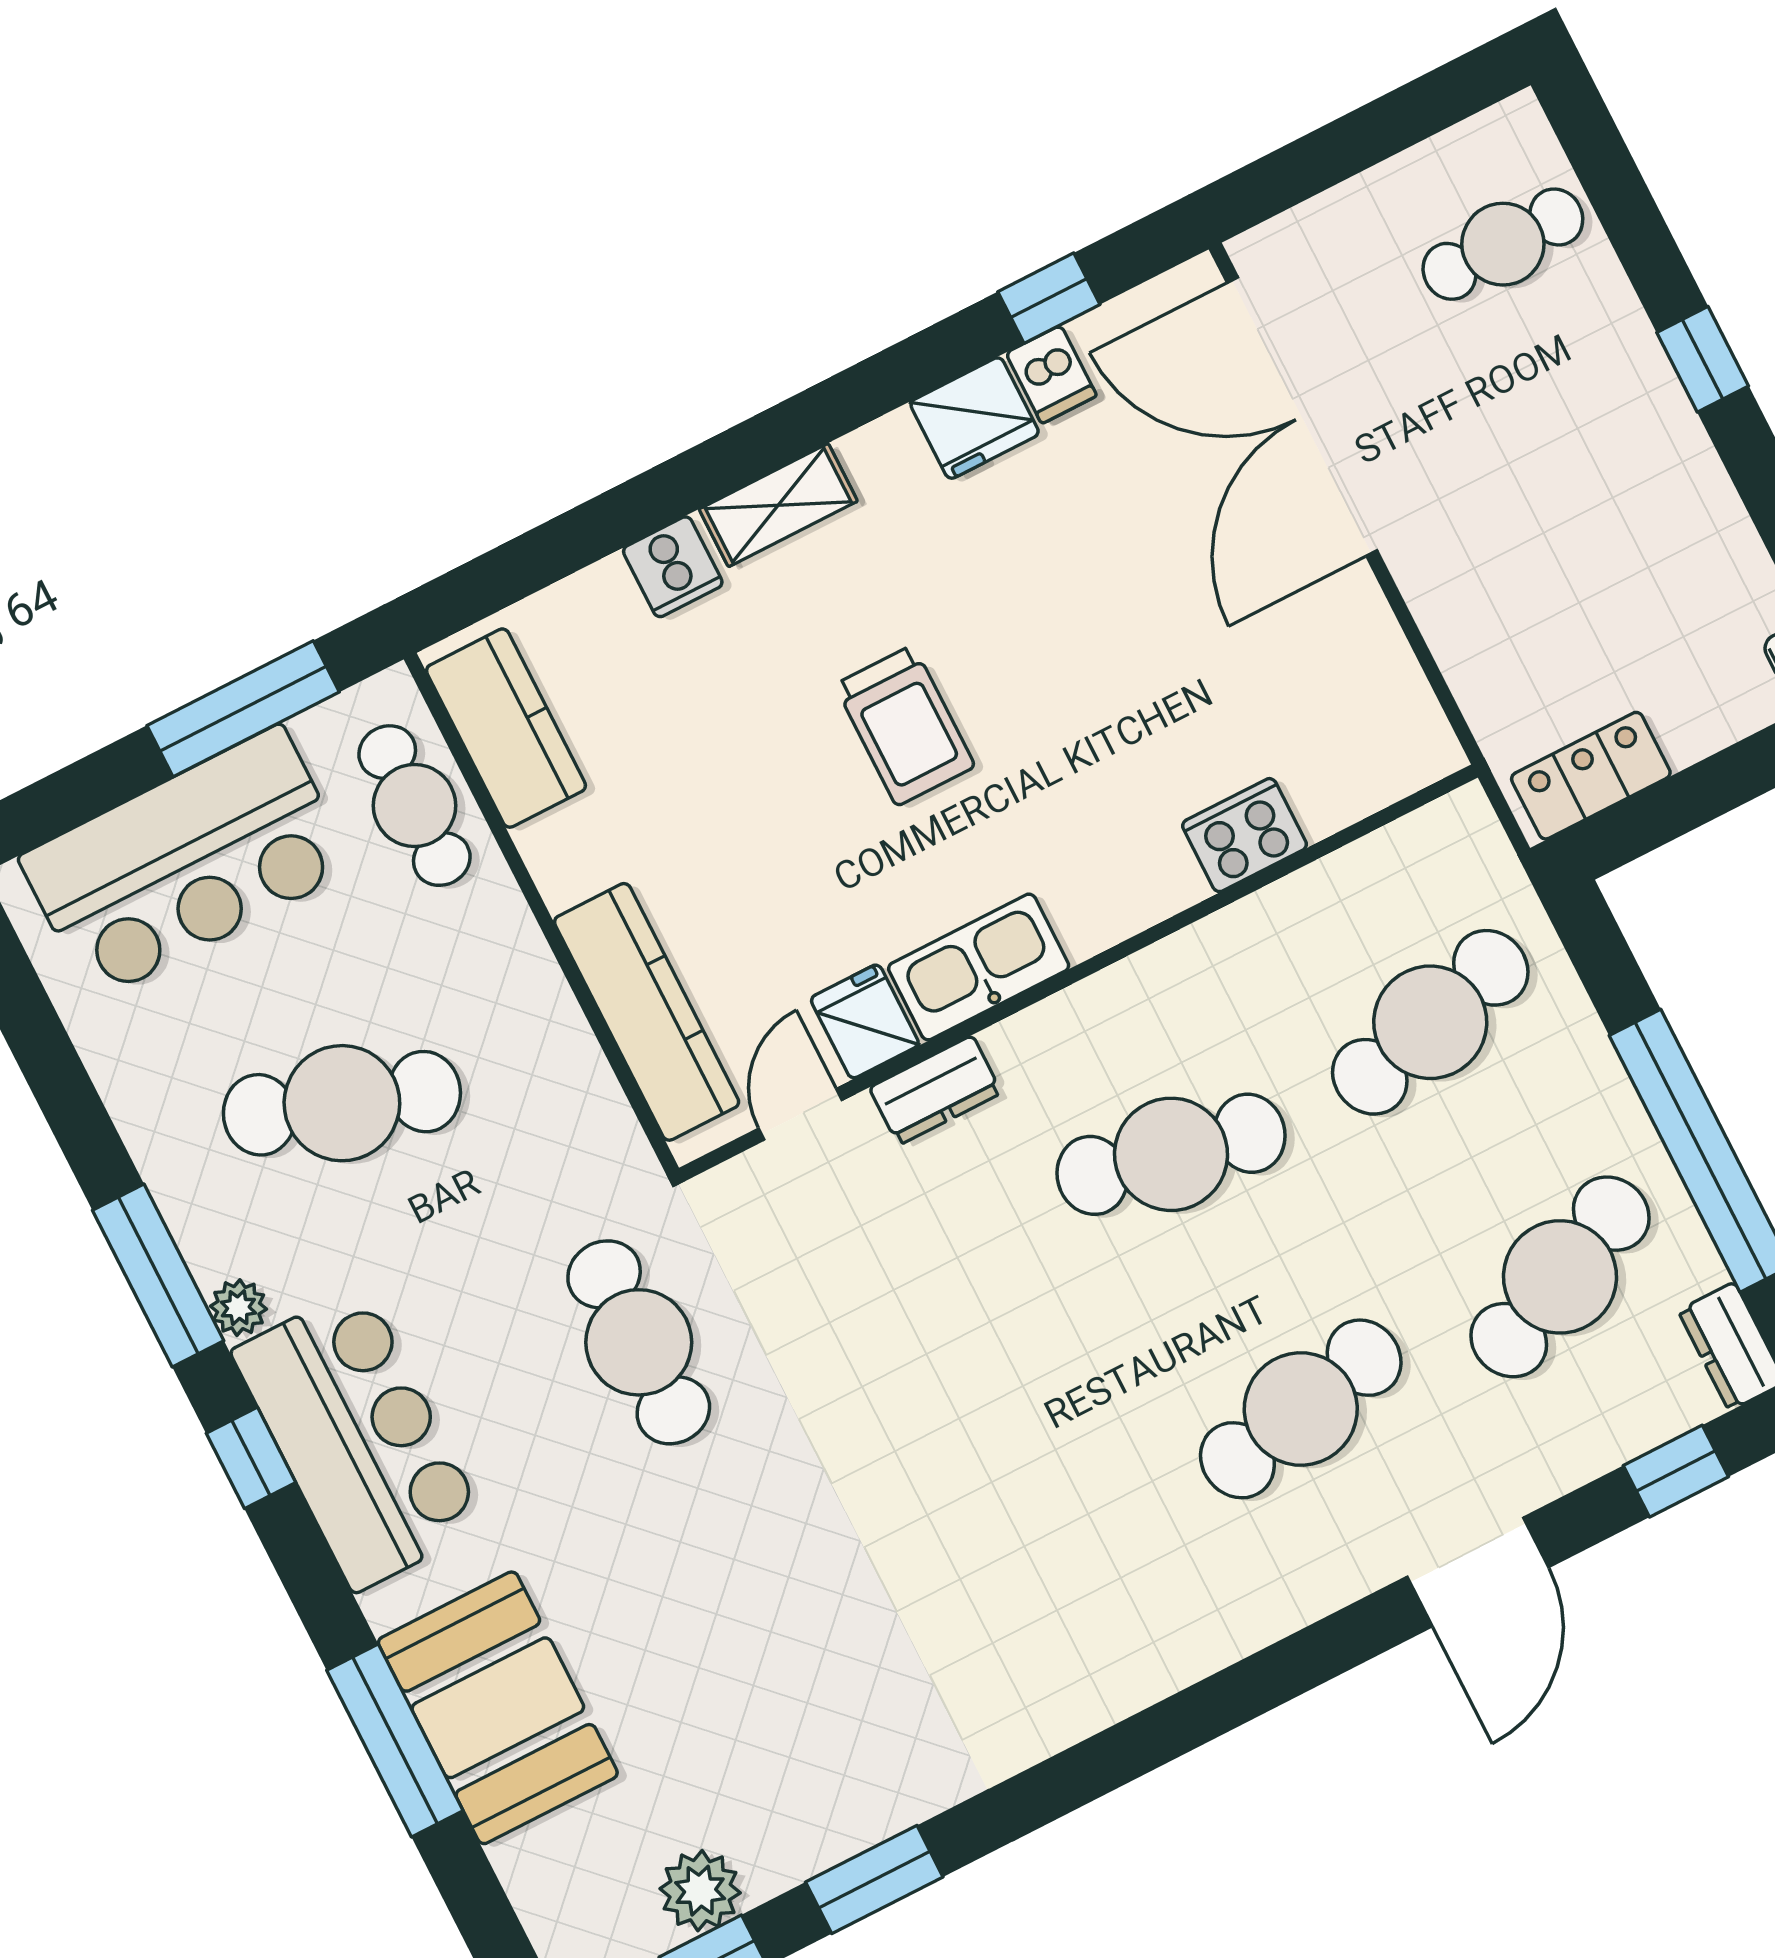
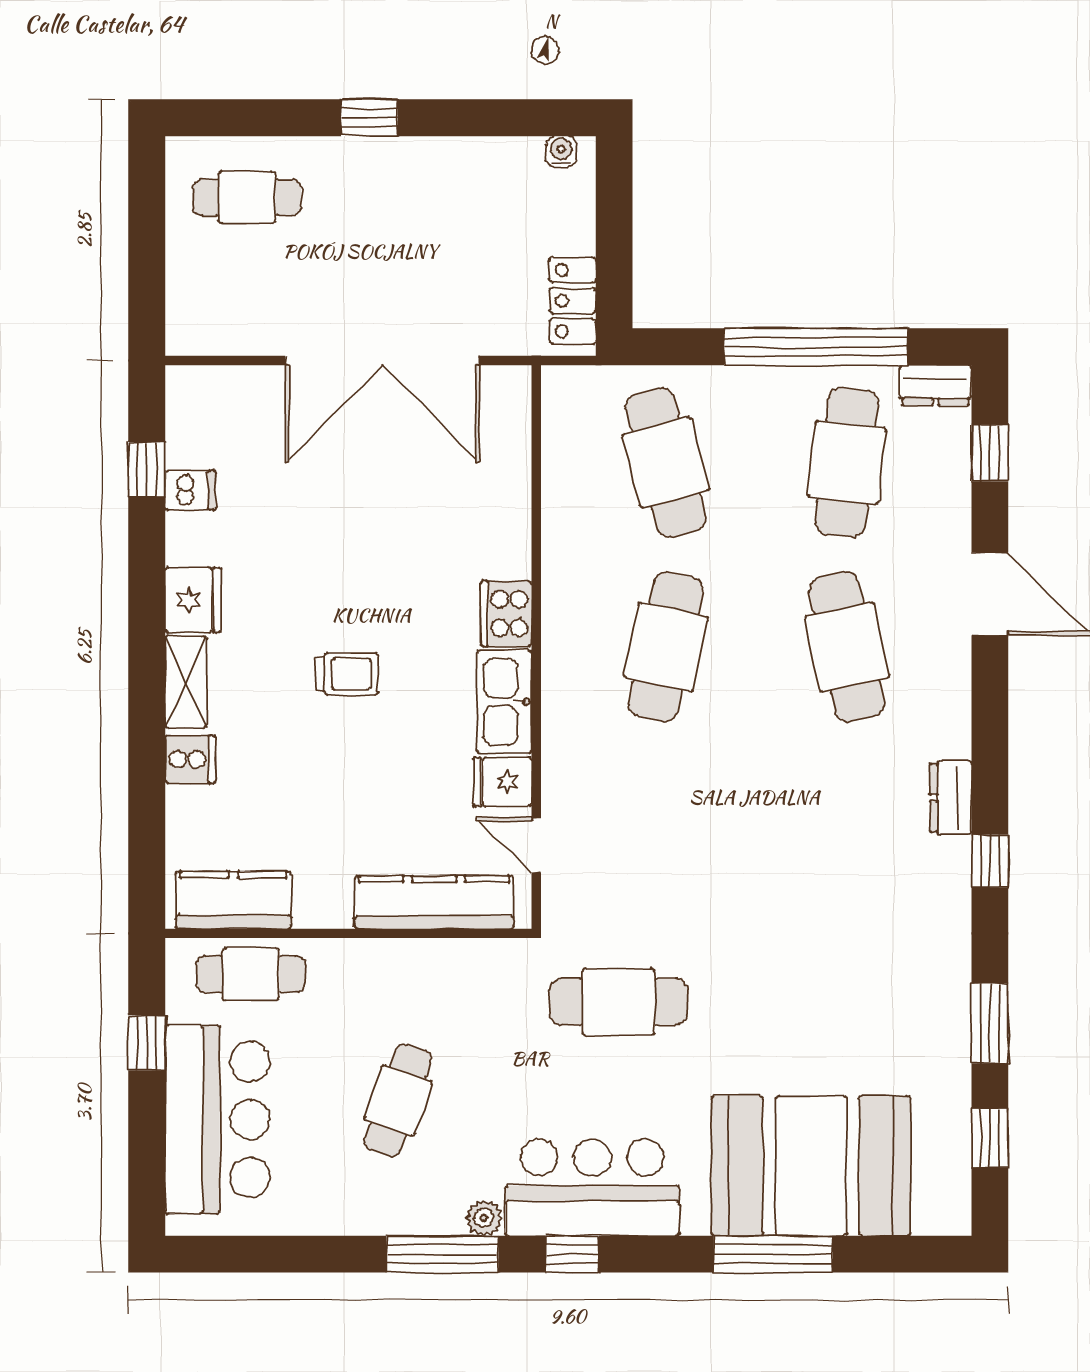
cafe table: (1503, 244) -> (247, 197), turned 90
double door: (1302, 417) -> (382, 361), moved
fridge: (975, 418) -> (193, 600), moved
window: (243, 709) -> (147, 1043), width x0.46
trolley: (905, 726) -> (347, 674), width x0.73, depth x0.72
cooker: (1244, 835) -> (506, 614), moved
dresser: (935, 1090) -> (951, 798), moved, turned 180
cafe table: (342, 1103) -> (398, 1101), width x0.73, depth x0.74
cafe table: (1560, 1277) -> (847, 462), turned 30
booth: (498, 1708) -> (811, 1166), width x1.36, depth x1.42
window: (1102, 1763) -> (990, 861), added
plant: (700, 1891) -> (946, 1125), removed

